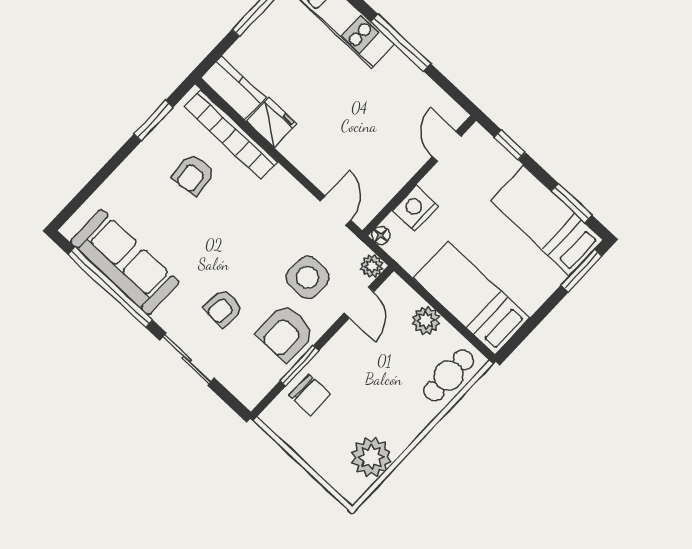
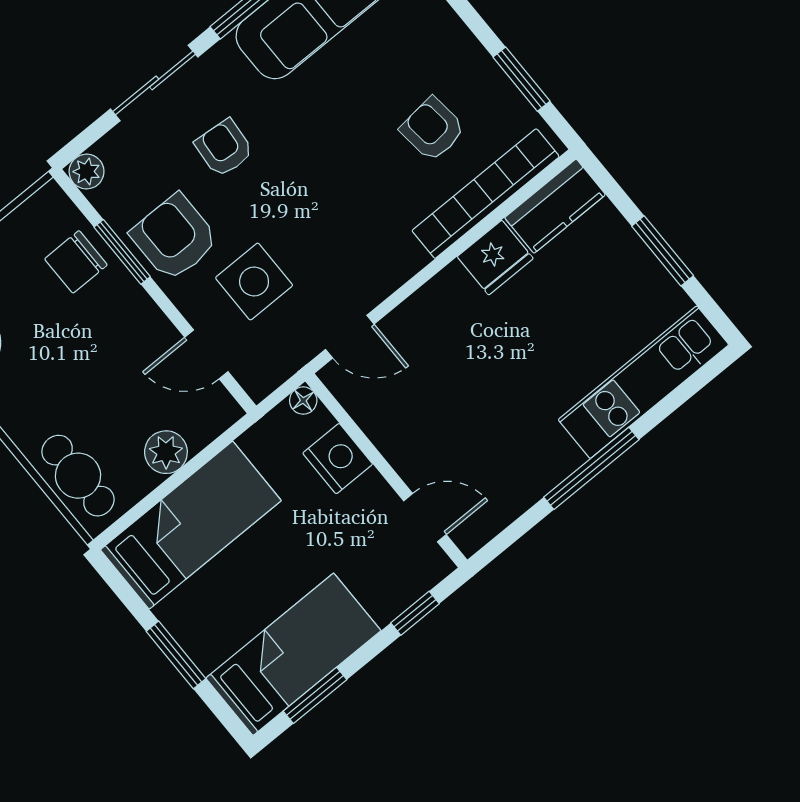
plant: (372, 266) -> (87, 172), moved
window: (582, 271) -> (176, 655), moved

